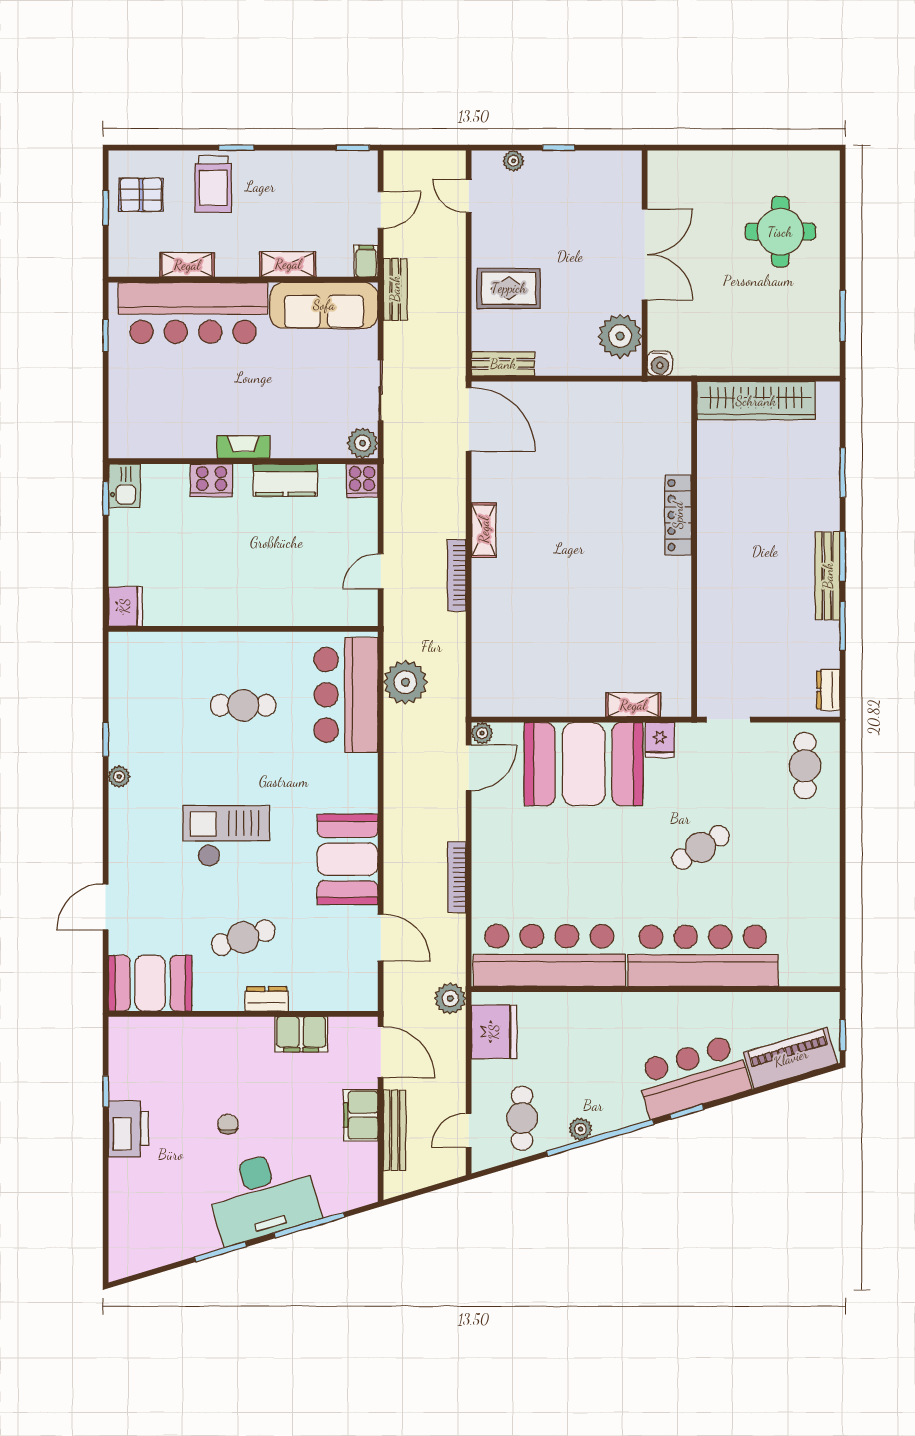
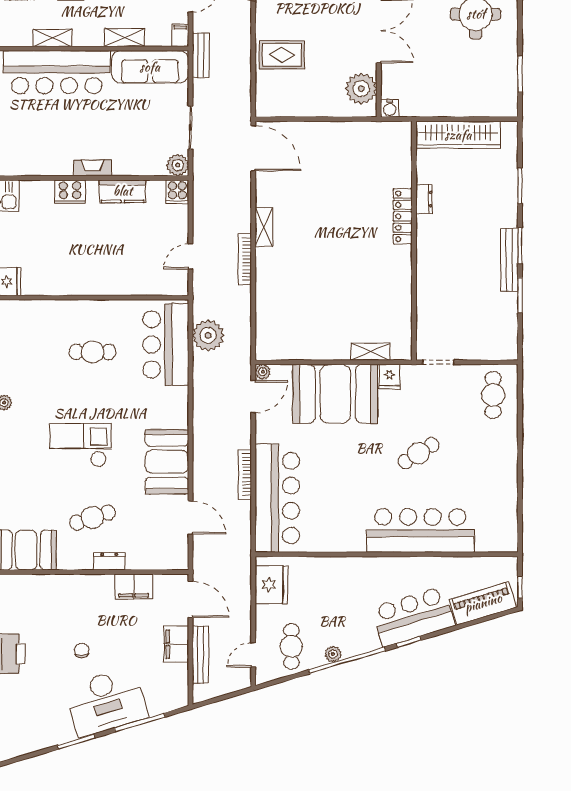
bench: (503, 364) -> (278, 109), removed
dresser: (828, 690) -> (424, 199), moved, turned 180
bar counter: (549, 955) -> (277, 498), moved, turned 90
plant: (450, 998) -> (240, 561), removed

